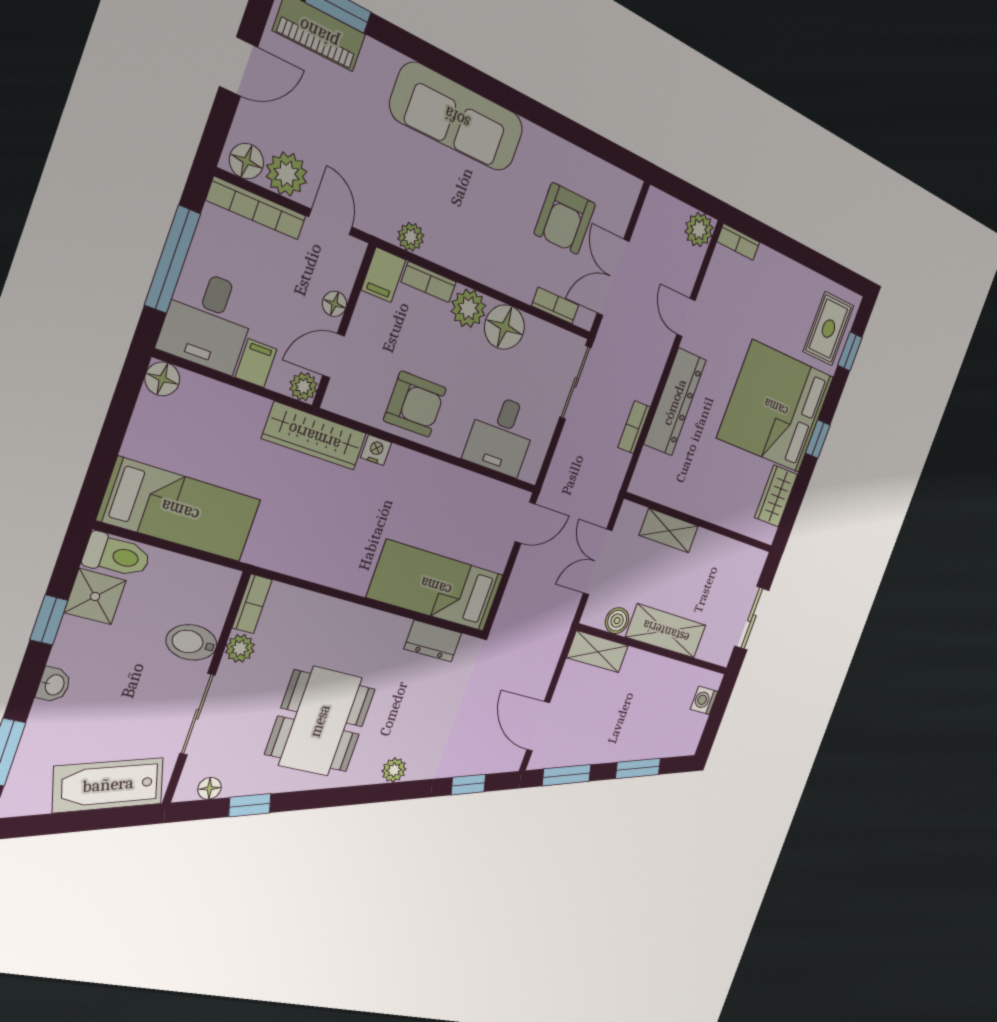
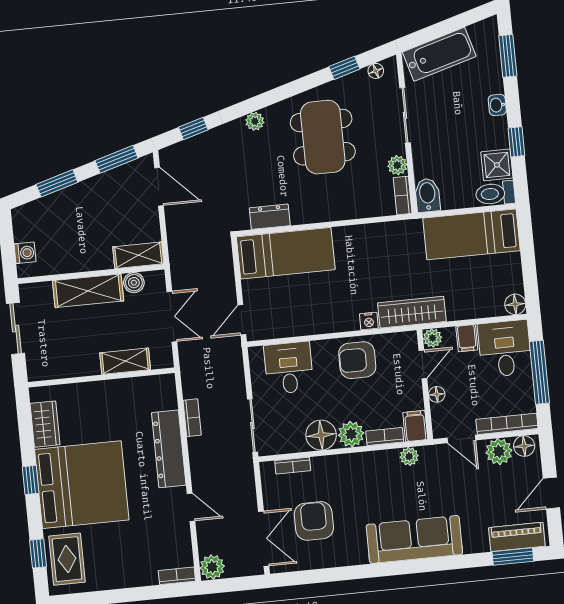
double door: (613, 277) -> (264, 539), moved
bidet: (192, 642) -> (427, 195), moved, turned -90

